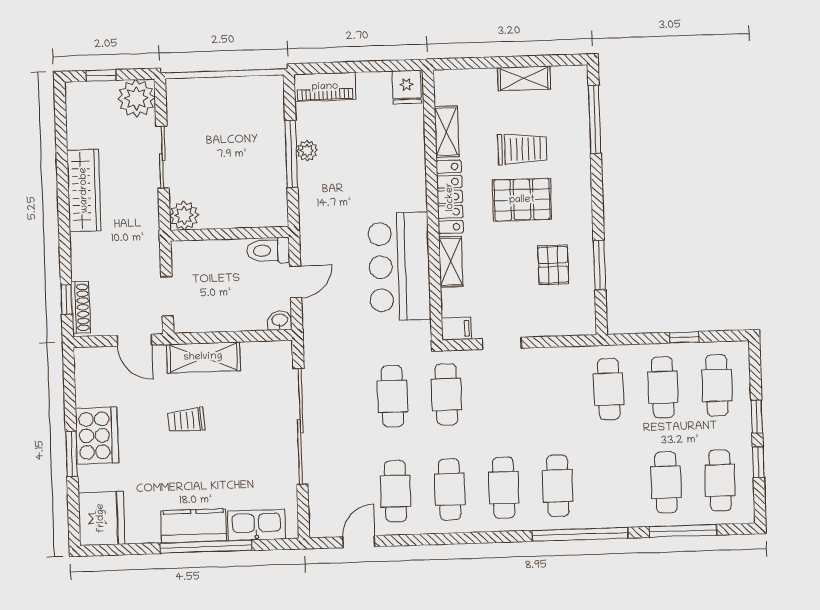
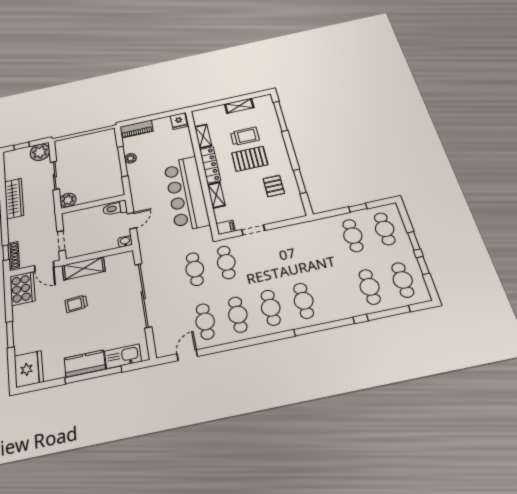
bar counter: (399, 267) -> (186, 193), width x1.36
cafe table: (609, 389) -> (321, 242), removed
cooker: (97, 436) -> (22, 289), moved

